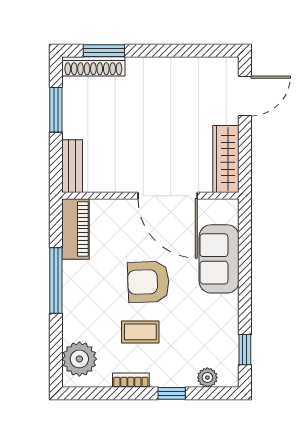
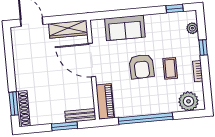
window: (56, 110) -> (65, 126), moved
door: (168, 196) -> (92, 60), swing flipped
piano: (76, 229) -> (105, 101), moved, turned 90
window: (56, 280) -> (146, 119), width x1.46

